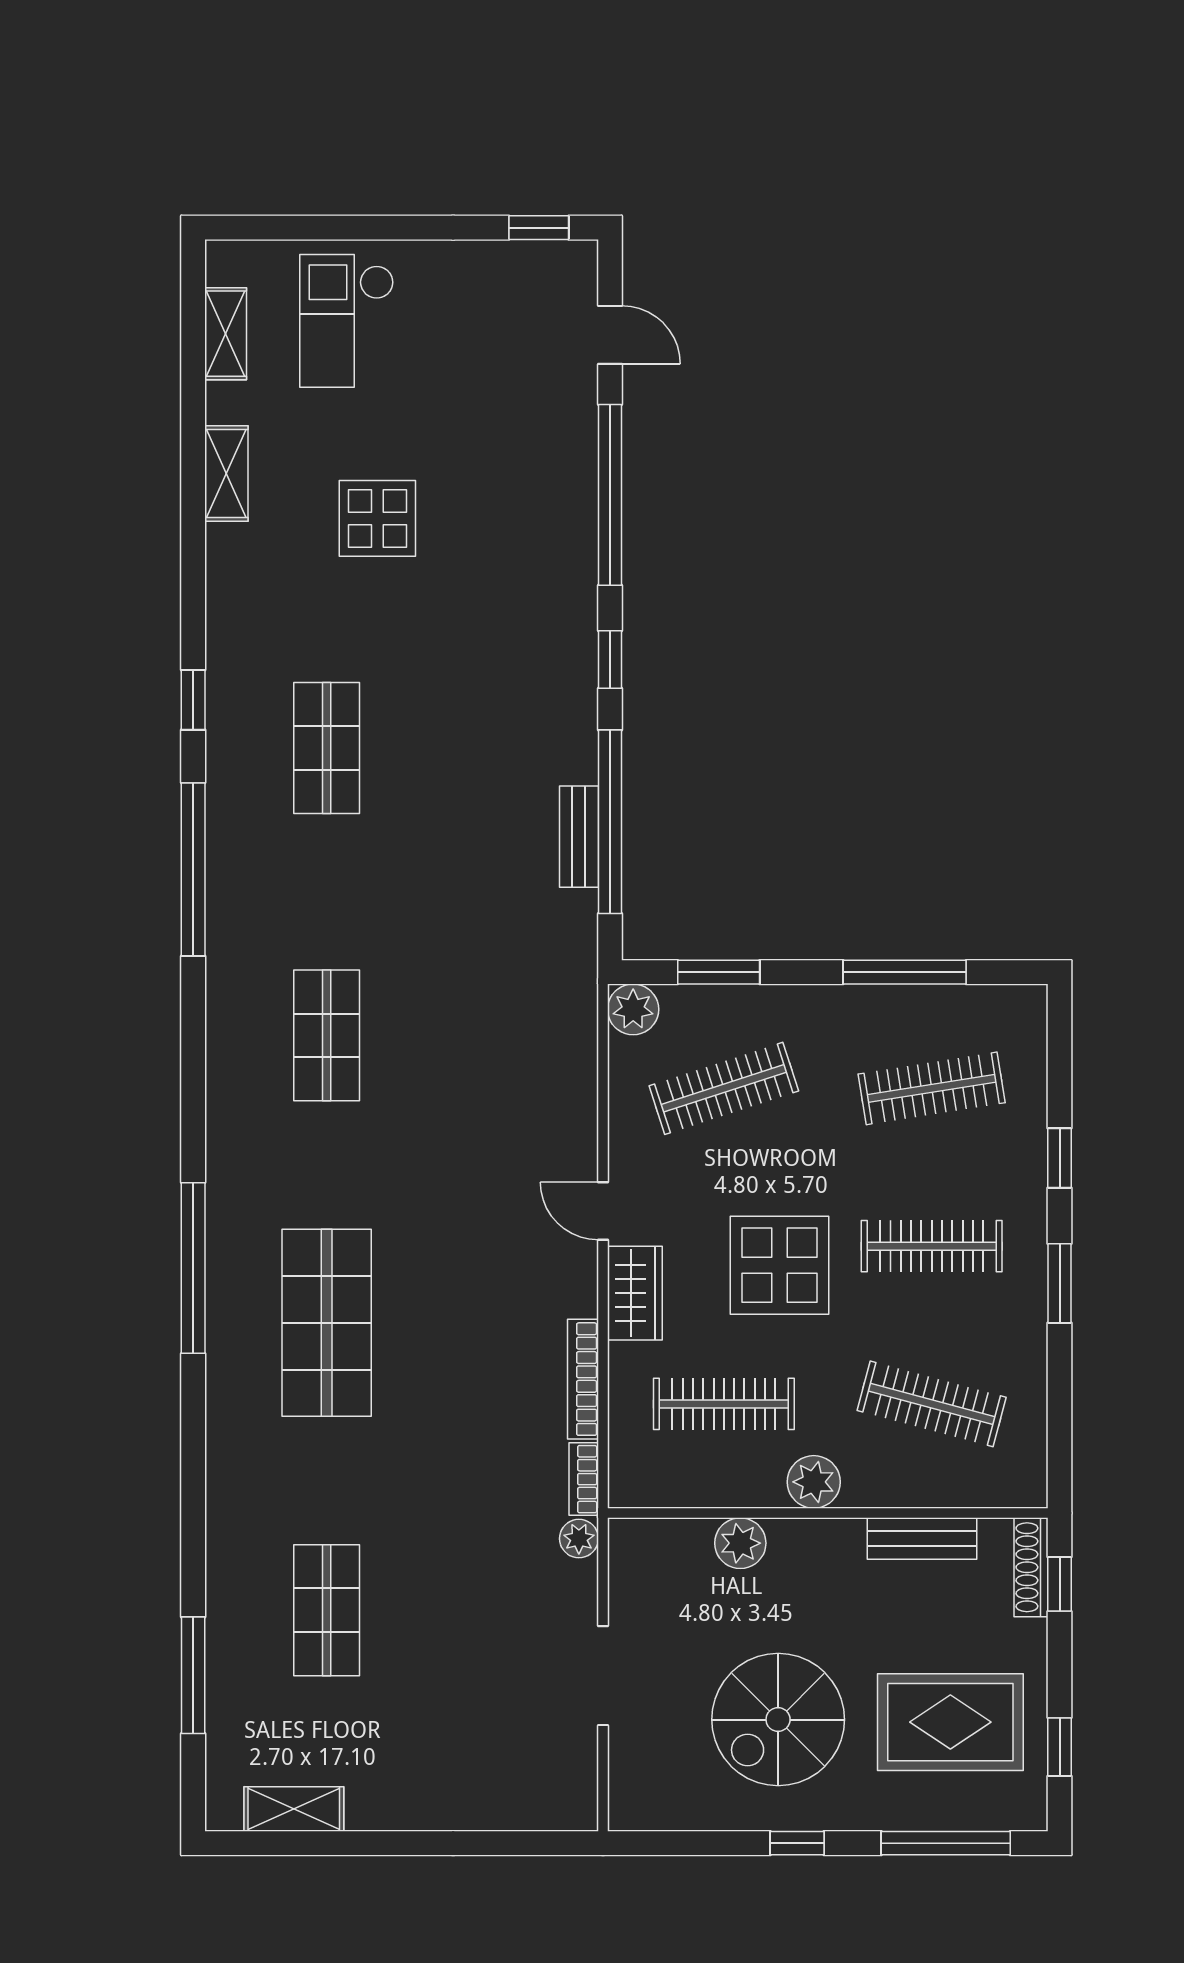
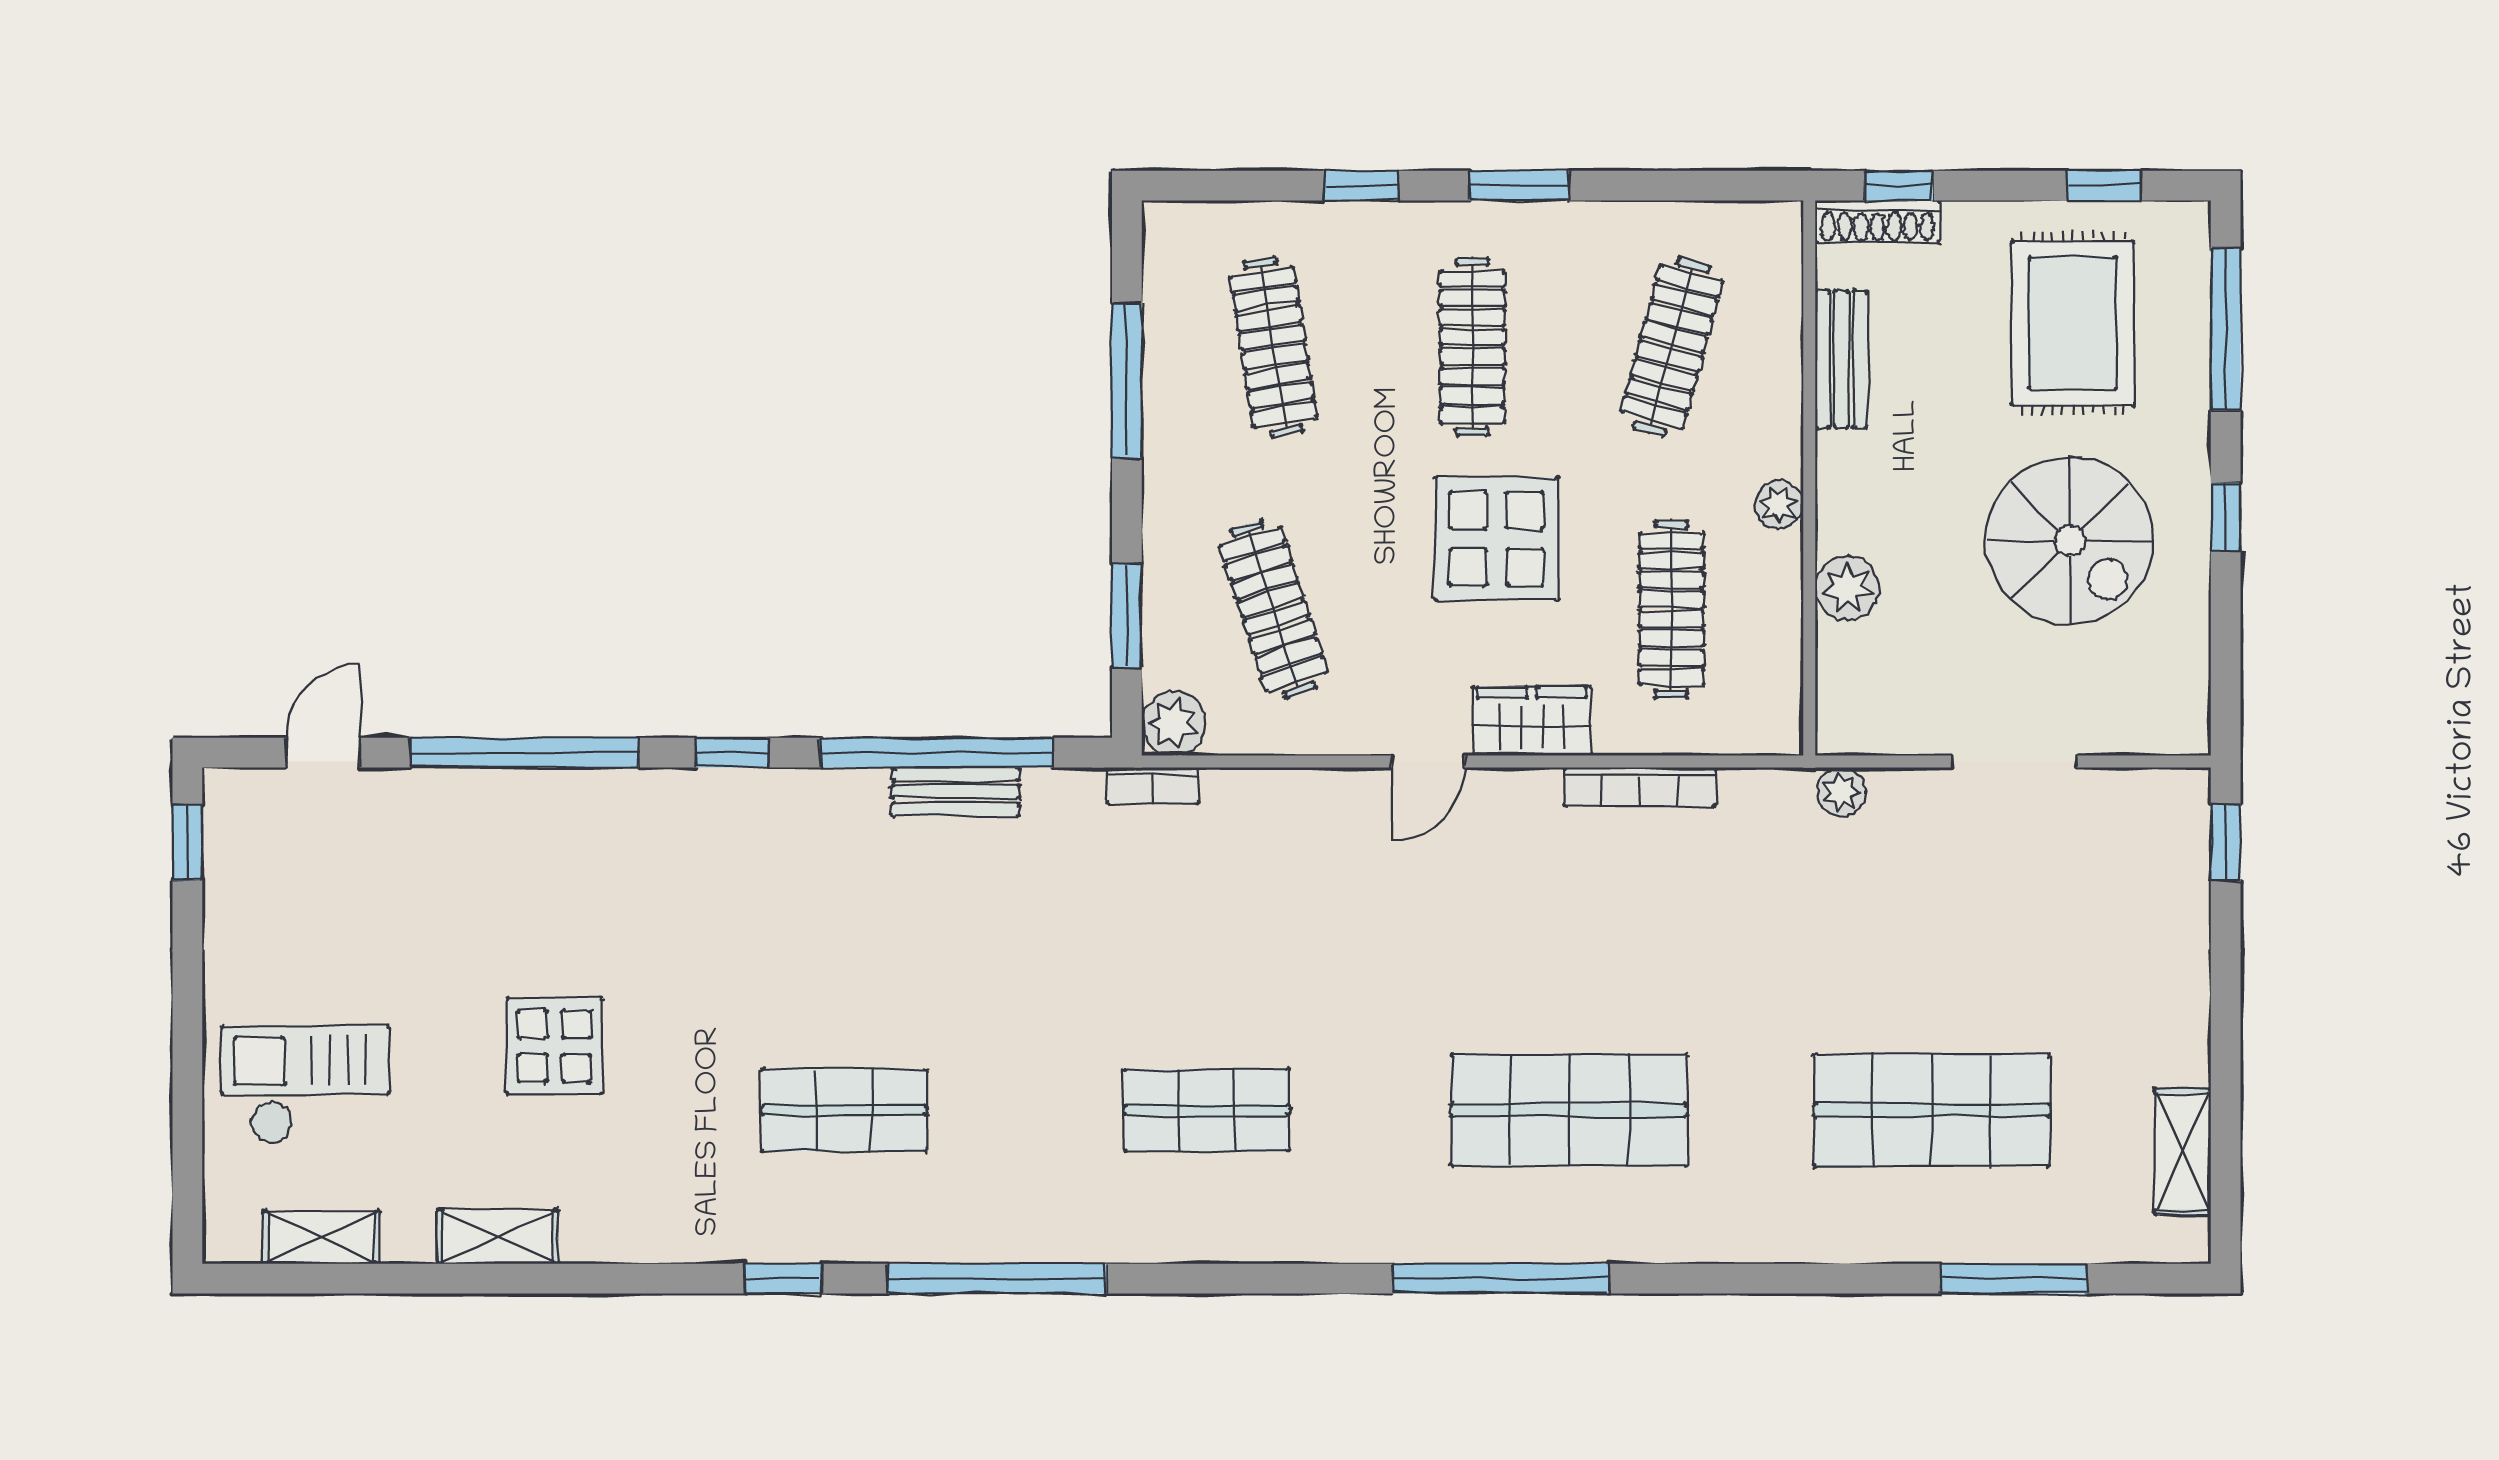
checkout: (347, 321) -> (305, 1085), turned 180
bookcase: (584, 1479) -> (1153, 786), moved
plant: (814, 1482) -> (1779, 505), width x0.73, depth x0.73
shop shelf: (327, 1610) -> (1932, 1110), width x1.43, depth x1.36
window: (539, 1843) -> (2226, 842), added

